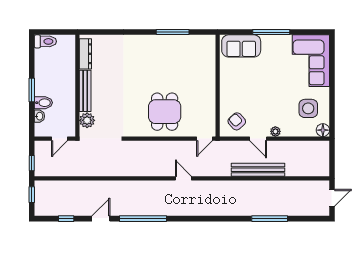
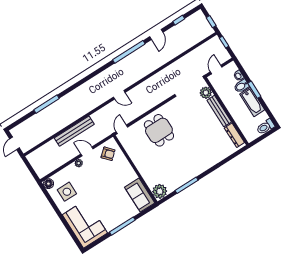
plant: (206, 44) -> (160, 191), added
sofa: (241, 46) -> (140, 195), moved, turned -90
bathtub: (43, 78) -> (252, 102), added

